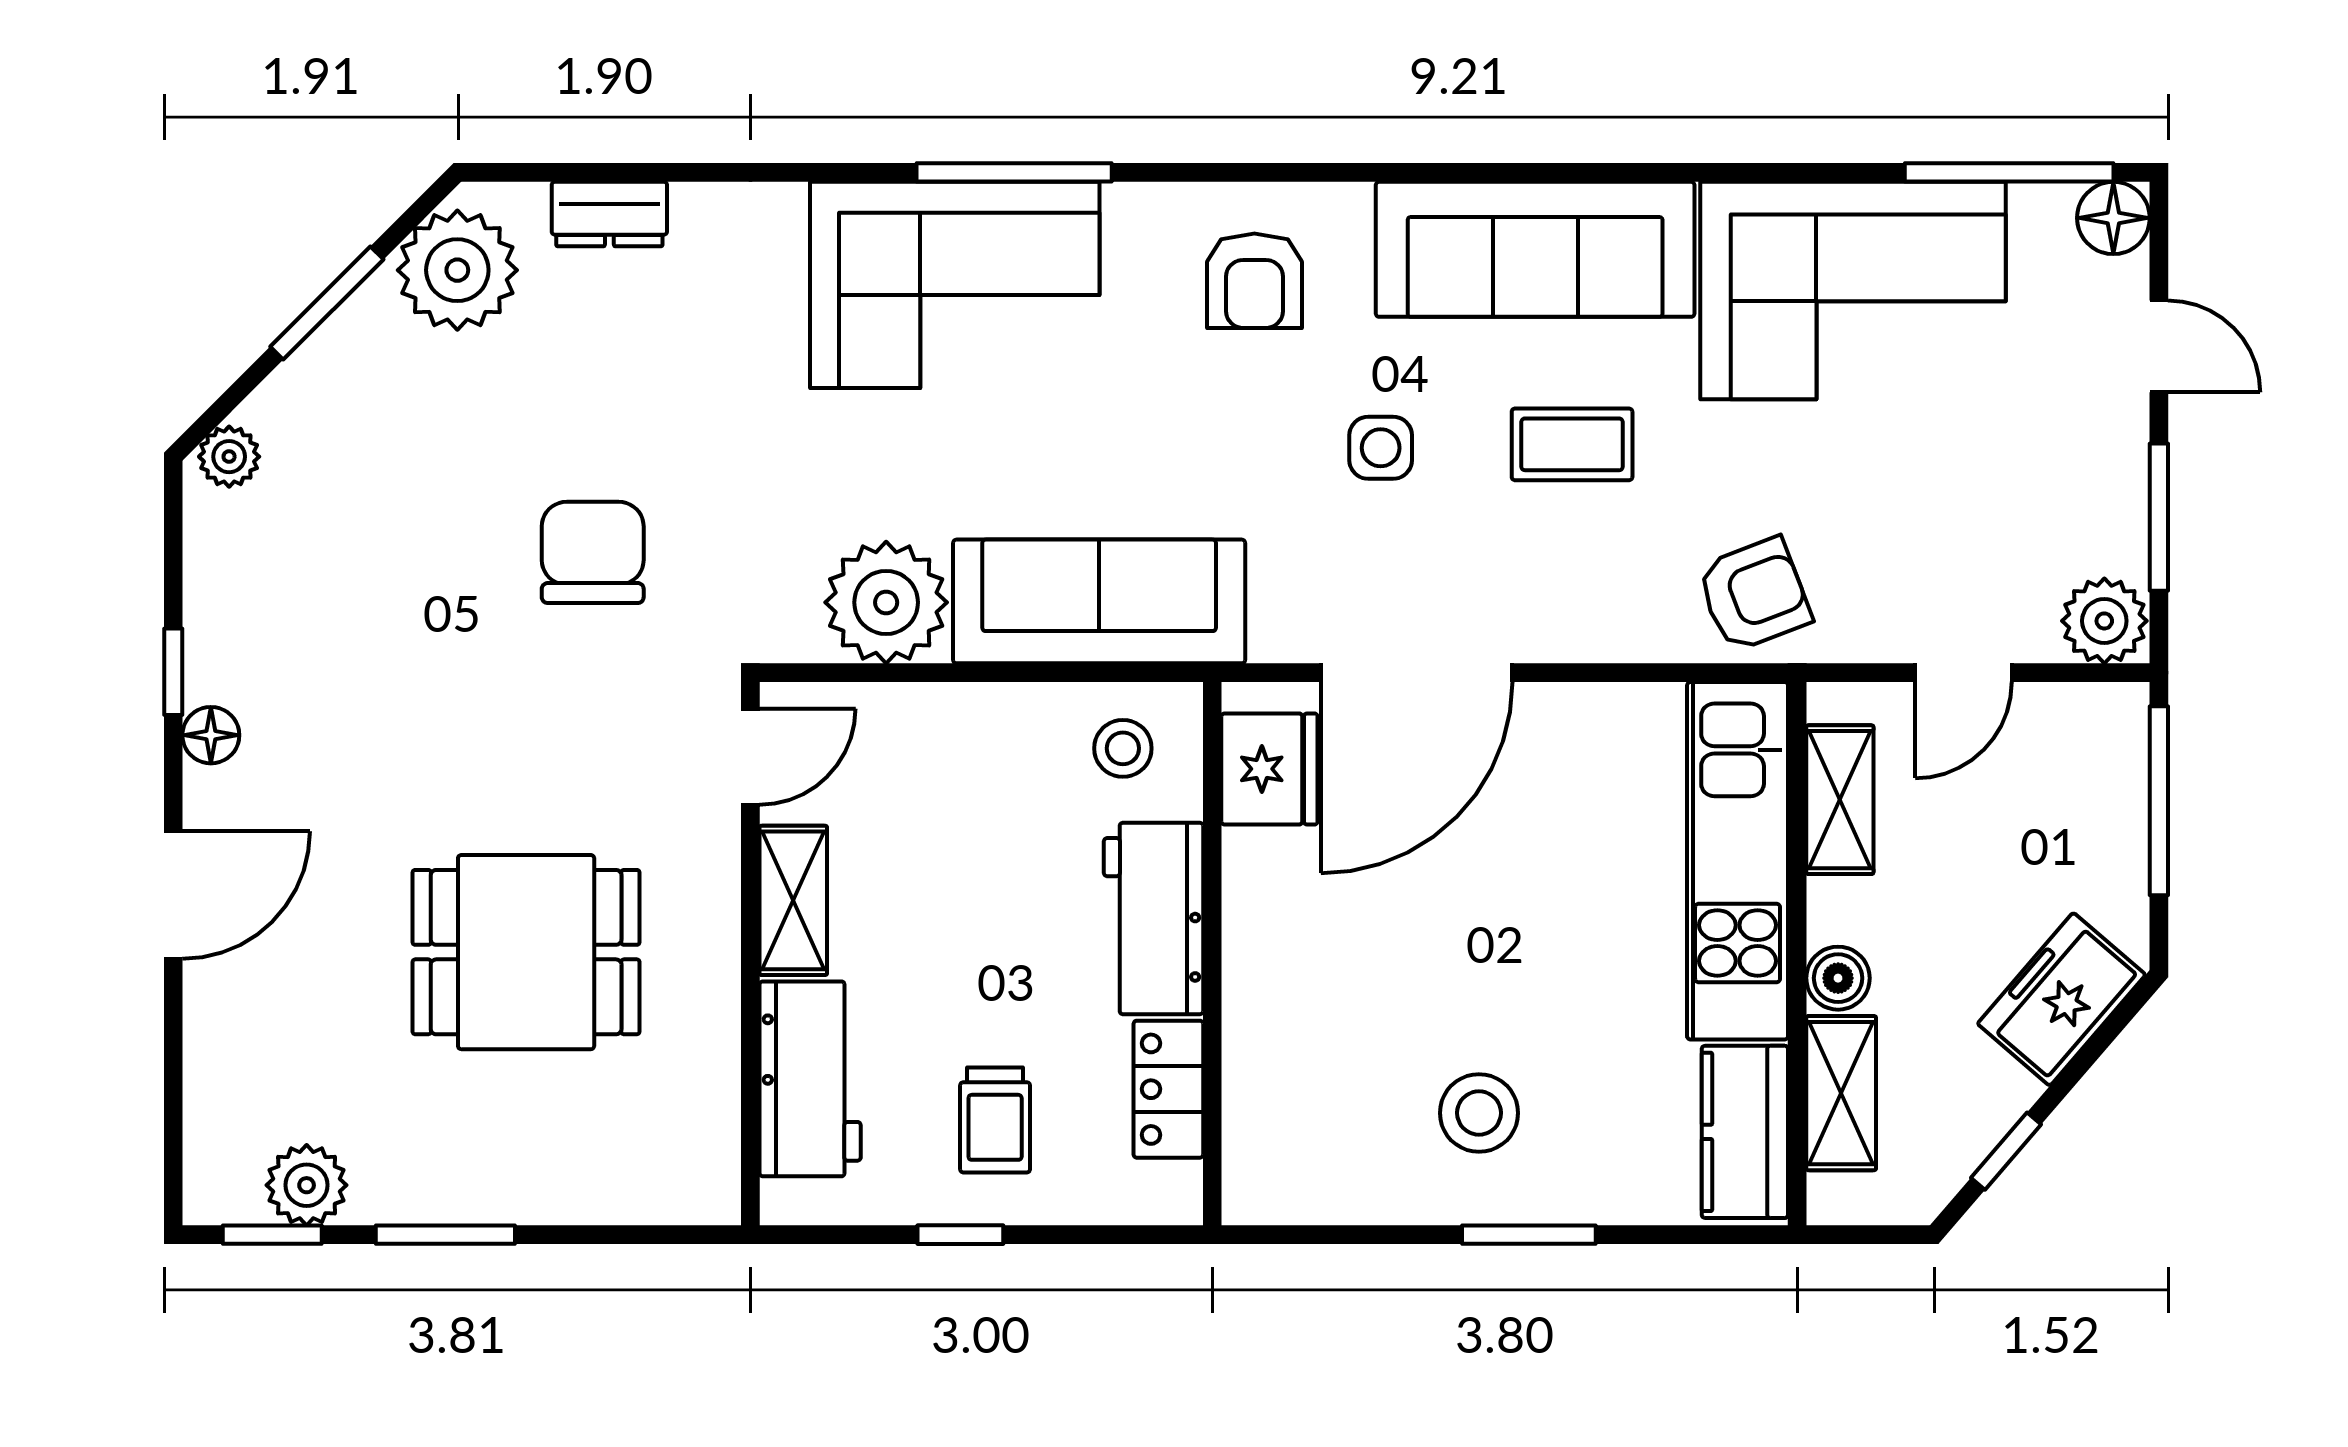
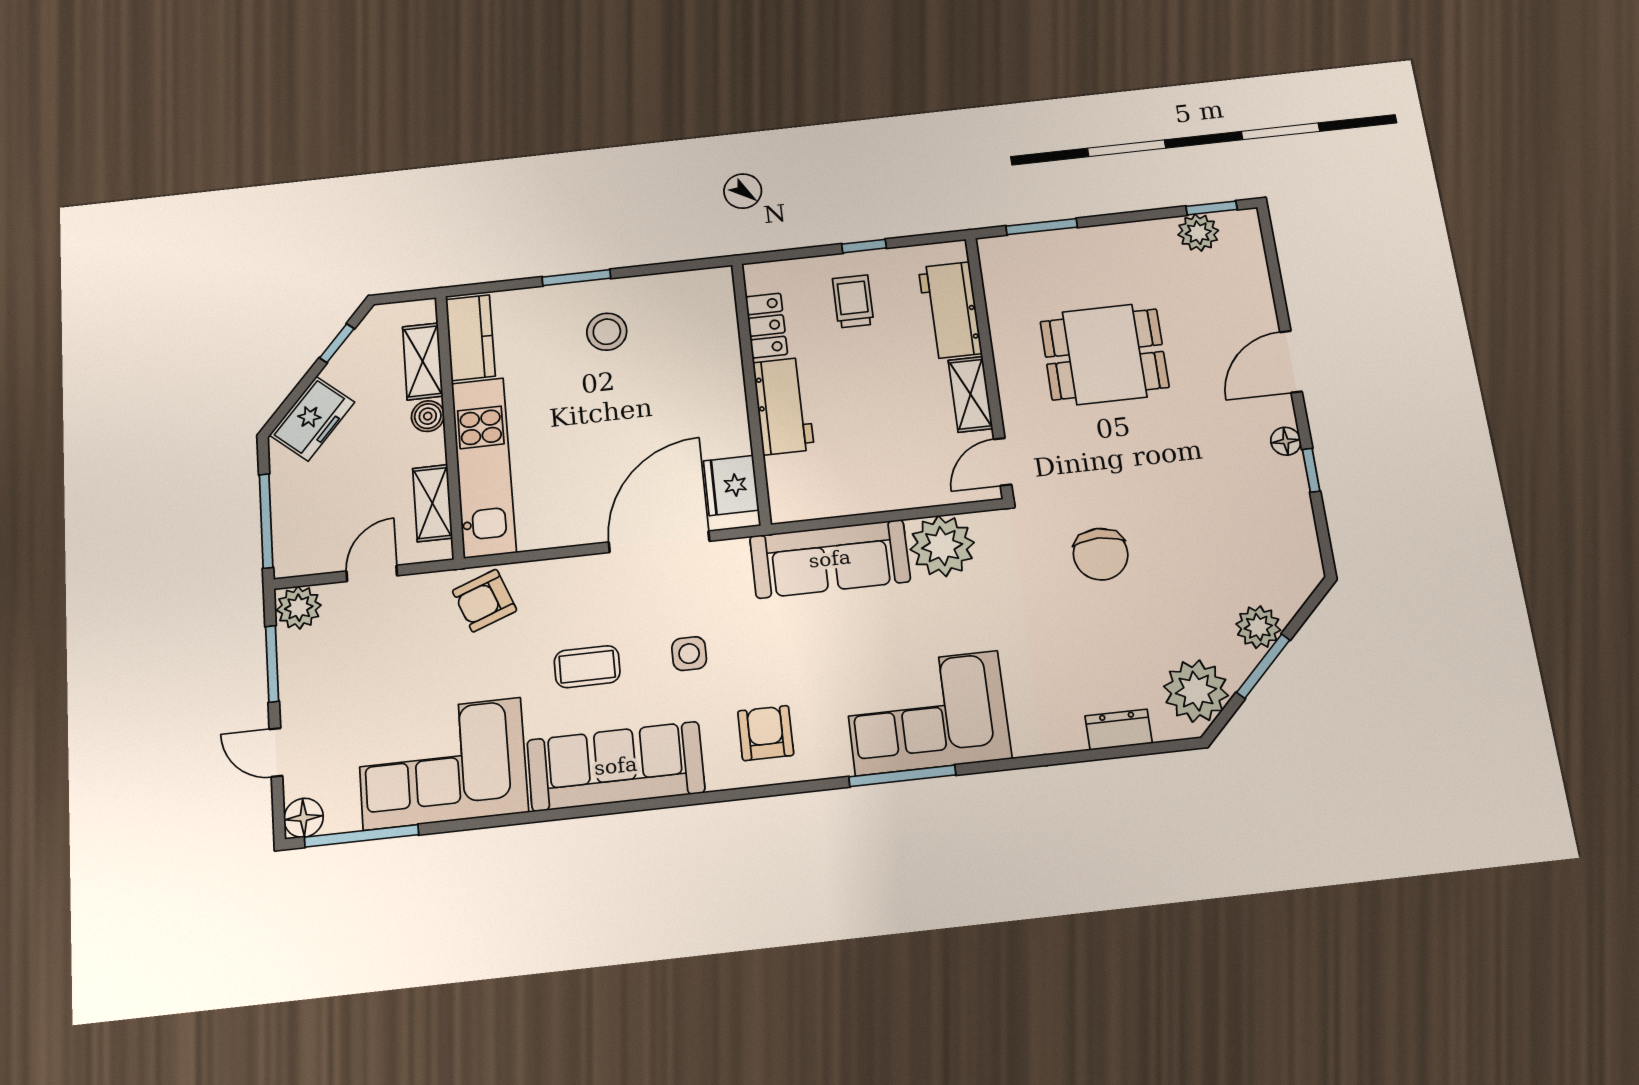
plant: (229, 457) -> (1258, 627), moved, width x1.38, depth x1.38
stool: (1123, 748) -> (809, 487), removed
window: (445, 1235) -> (1042, 227), moved

